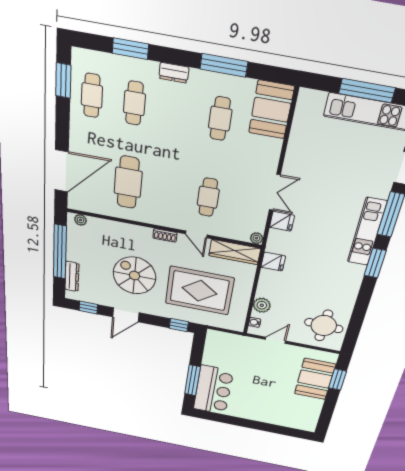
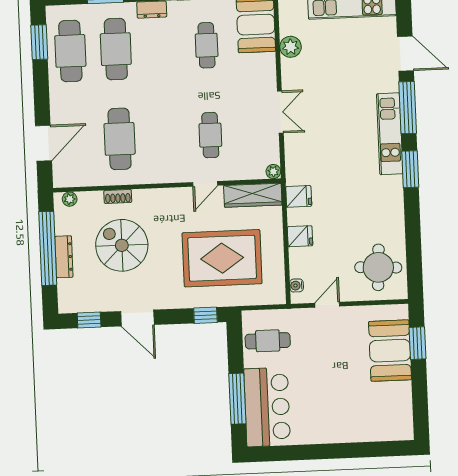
cafe table: (92, 95) -> (70, 51), width x1.37, depth x1.35
cafe table: (134, 103) -> (116, 49), width x1.37, depth x1.35
door: (61, 171) -> (43, 143), width x0.73
fridge: (282, 221) -> (300, 236), moved
door: (196, 234) -> (205, 184), hinge flipped
shoe rack: (165, 235) -> (118, 196), moved
dresser: (72, 276) -> (64, 257), moved
spiral stairs: (134, 276) -> (122, 245), moved
plant: (262, 305) -> (291, 47), moved
door: (126, 315) -> (137, 318), hinge flipped
cafe table: (223, 352) -> (268, 341), added

